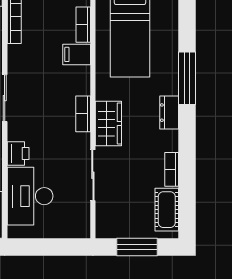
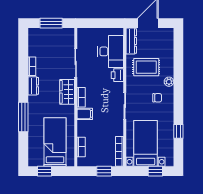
filing cabinet: (77, 54) -> (85, 114), moved
dresser: (169, 113) -> (33, 86), moved
cot: (167, 210) -> (35, 44), removed

